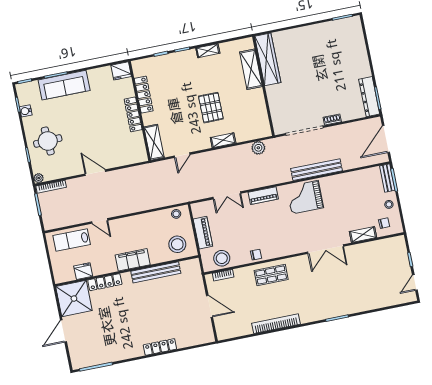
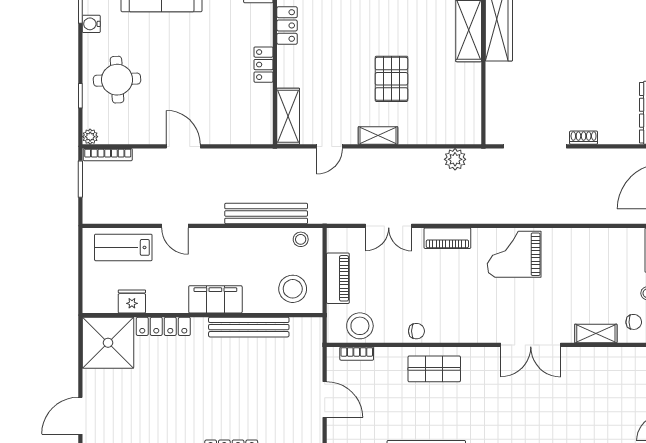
locker: (144, 95) -> (287, 25), width x0.66
locker: (133, 114) -> (264, 65), width x0.66
shelving: (223, 140) -> (378, 136), moved
bench: (316, 170) -> (266, 214), moved
door: (63, 331) -> (80, 416), moved

